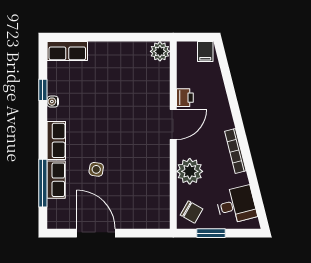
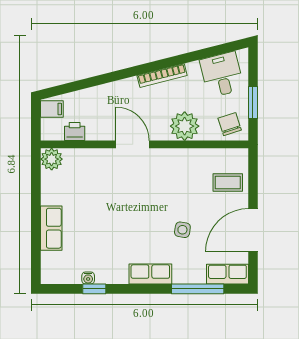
row of seats: (67, 51) -> (51, 228), moved
printer: (185, 98) -> (75, 132), moved
water cooler: (53, 102) -> (88, 278), moved
row of seats: (56, 180) -> (227, 274), moved
coffee table: (139, 210) -> (228, 183), added
chair: (192, 212) -> (230, 124), turned -48

